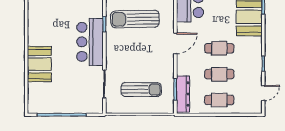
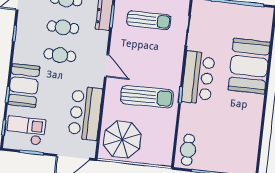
door: (175, 43) -> (107, 66), swing flipped
booth: (39, 64) -> (249, 66), width x1.36, depth x1.42
sun lounger: (141, 90) -> (149, 20), turned 180

